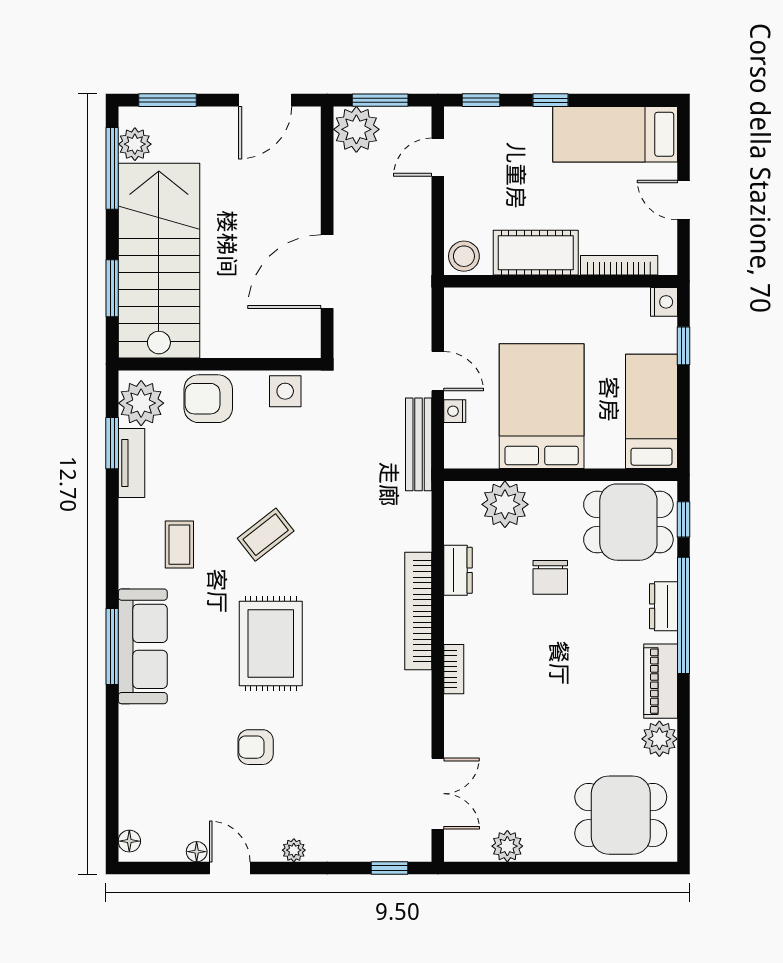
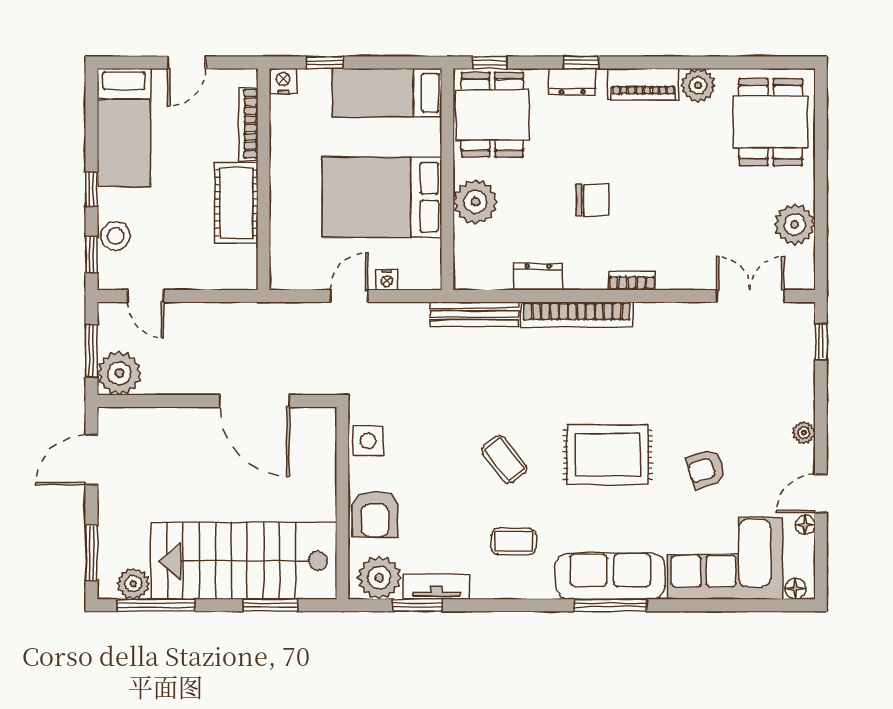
door: (265, 100) -> (91, 460), swing flipped
stool: (464, 256) -> (116, 236), moved
bench: (419, 444) -> (474, 314), moved
plant: (505, 504) -> (475, 202), moved
chair: (550, 577) -> (592, 200), moved
window: (683, 615) -> (581, 63), width x0.32
armchair: (256, 747) -> (706, 469), turned 72
corner sofa: (162, 767) -> (725, 558), added
plant: (507, 846) -> (795, 224), width x1.36, depth x1.36

